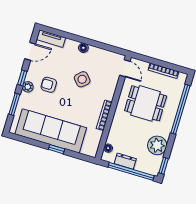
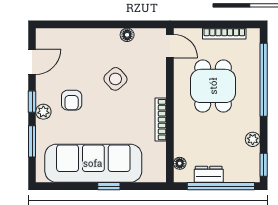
tv unit: (51, 39) -> (55, 36), removed
floor lamp: (83, 48) -> (127, 35), moved
armchair: (49, 85) -> (72, 100), turned -90
dining table: (146, 103) -> (213, 86), turned 90
plant: (157, 145) -> (253, 139), width x0.53, depth x0.53

